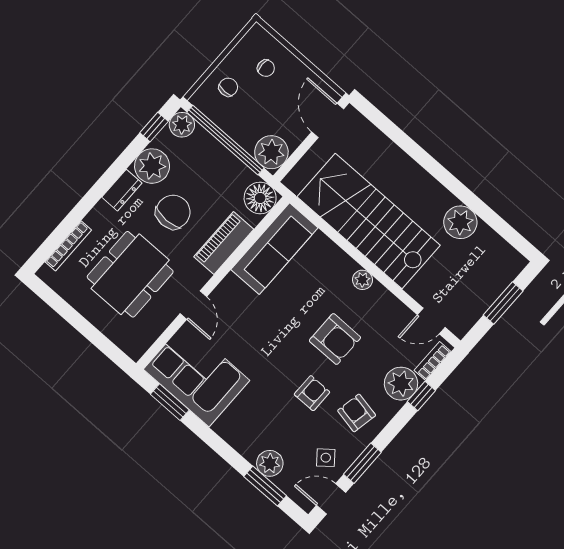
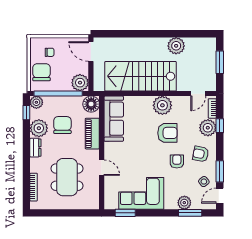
chair: (228, 87) -> (41, 72), width x1.87, depth x1.87
chair: (173, 212) -> (62, 125), moved
plant: (362, 280) -> (162, 105), width x1.88, depth x1.88
corner sofa: (197, 375) -> (141, 193), moved

